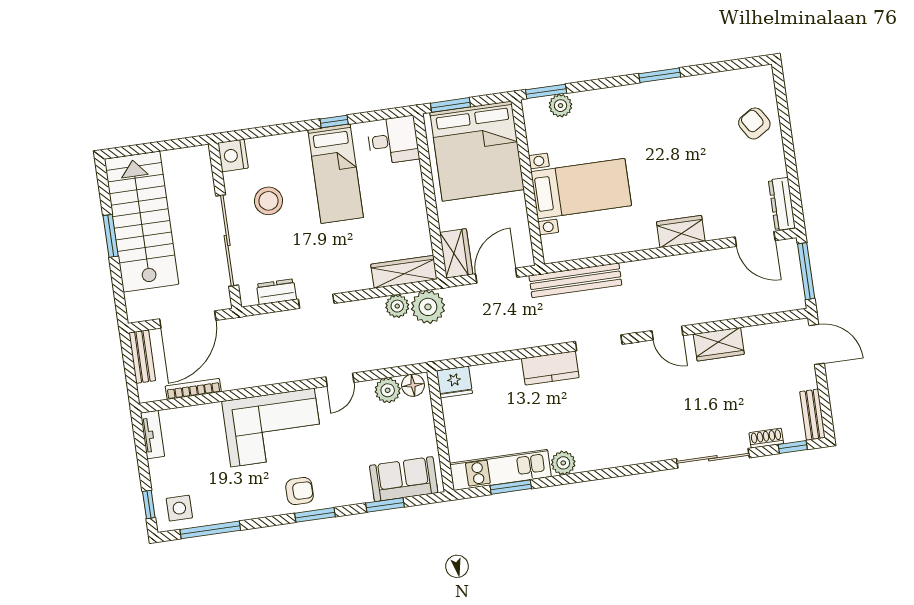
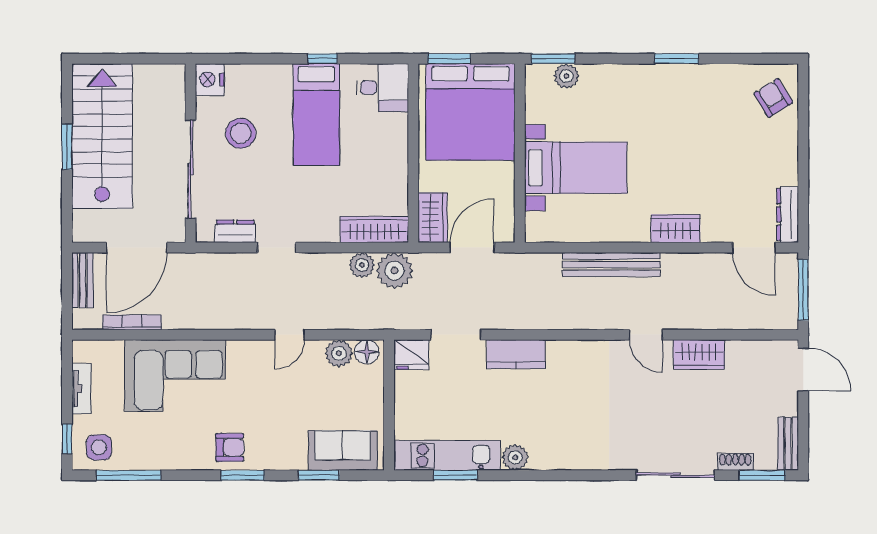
armchair: (754, 123) -> (773, 98), moved
bench: (575, 280) -> (611, 265), moved
doorway: (599, 343) -> (456, 335), moved
corner sofa: (273, 428) -> (175, 376), moved
tv unit: (152, 435) -> (81, 389), moved
window: (793, 447) -> (762, 475), width x1.50

